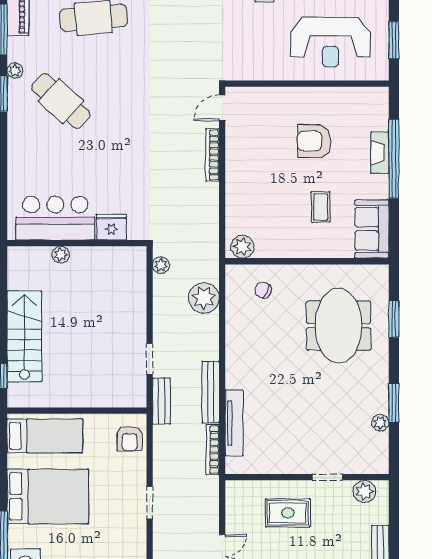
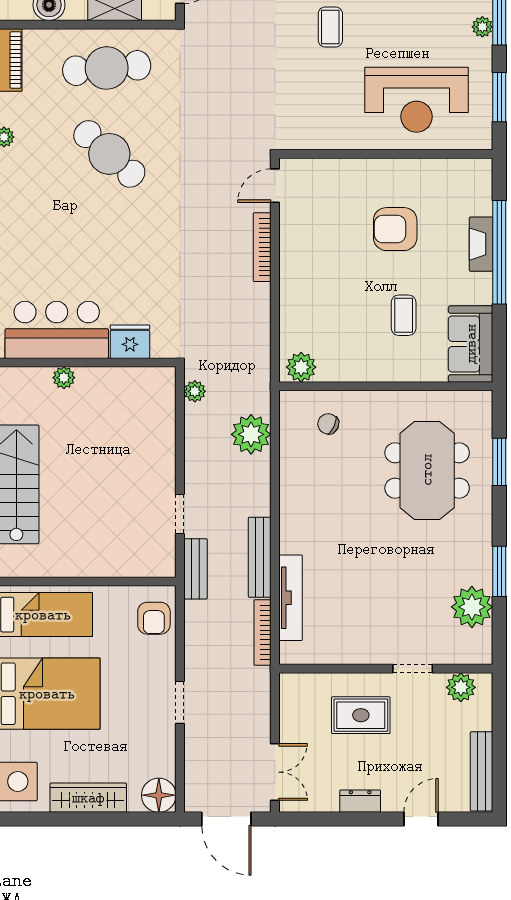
cafe table: (61, 101) -> (109, 154), moved
plant: (380, 423) -> (472, 607), width x1.88, depth x1.88

